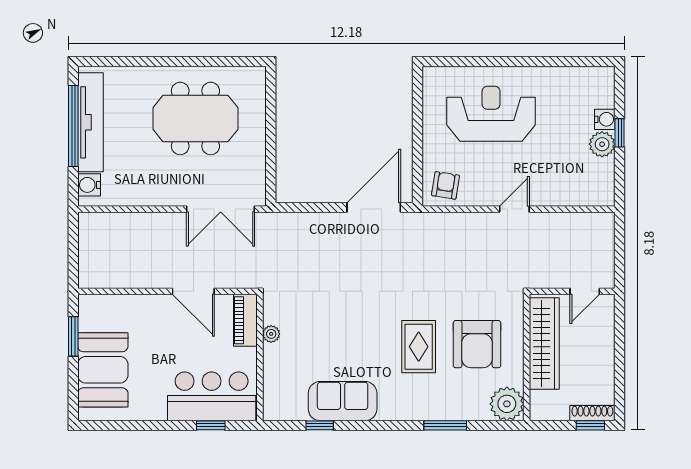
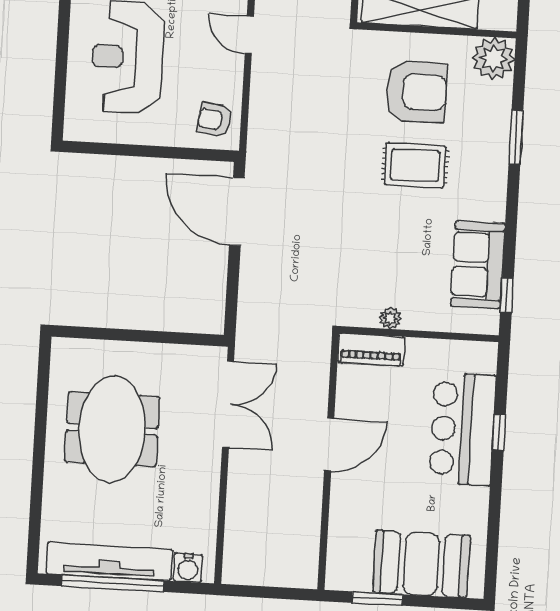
piano: (245, 320) -> (371, 350), moved
plant: (271, 334) -> (390, 318), moved
wall: (260, 357) -> (419, 334), moved

